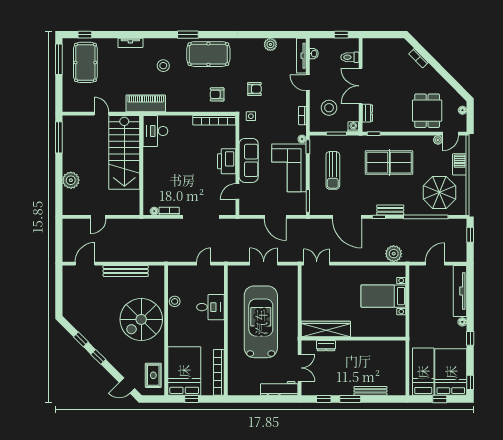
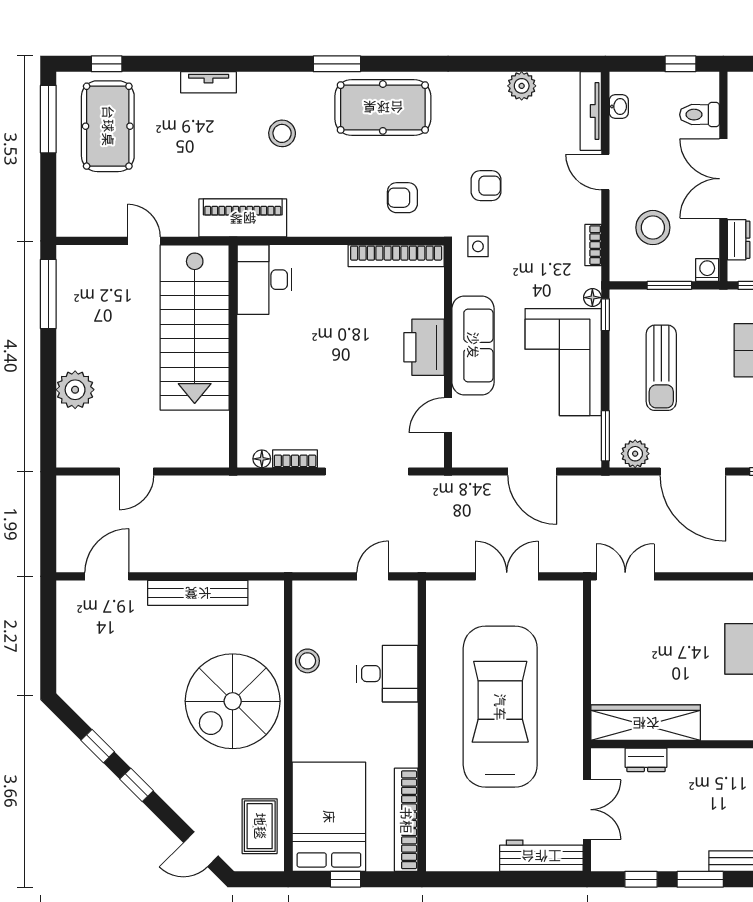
plant: (321, 209) -> (635, 454), added

